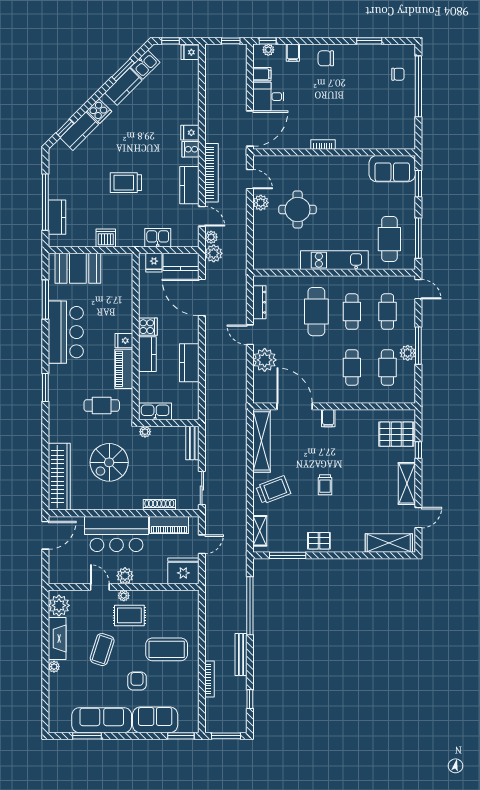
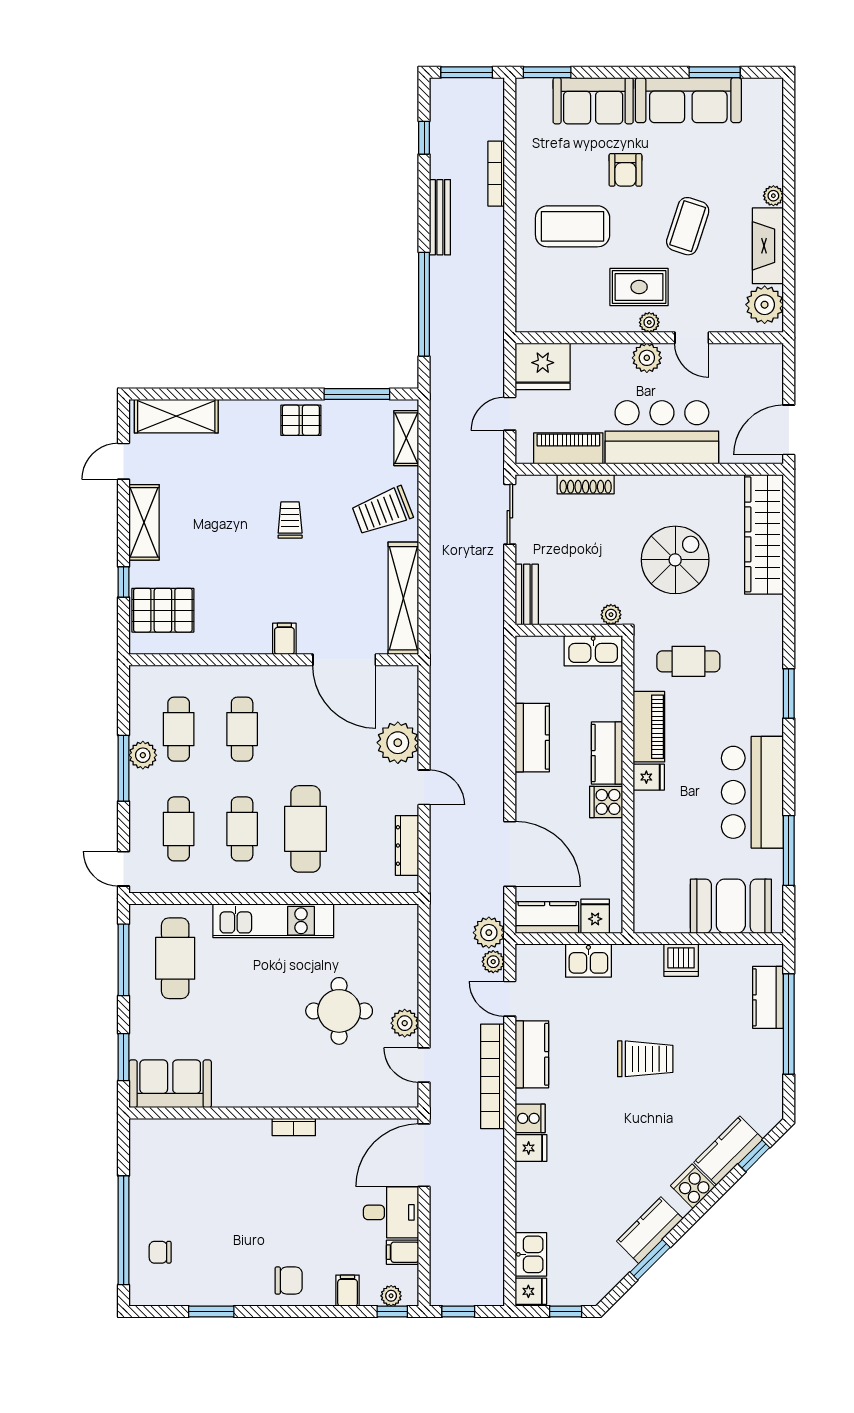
kitchen sink: (145, 65) -> (531, 1254), moved, turned 135

